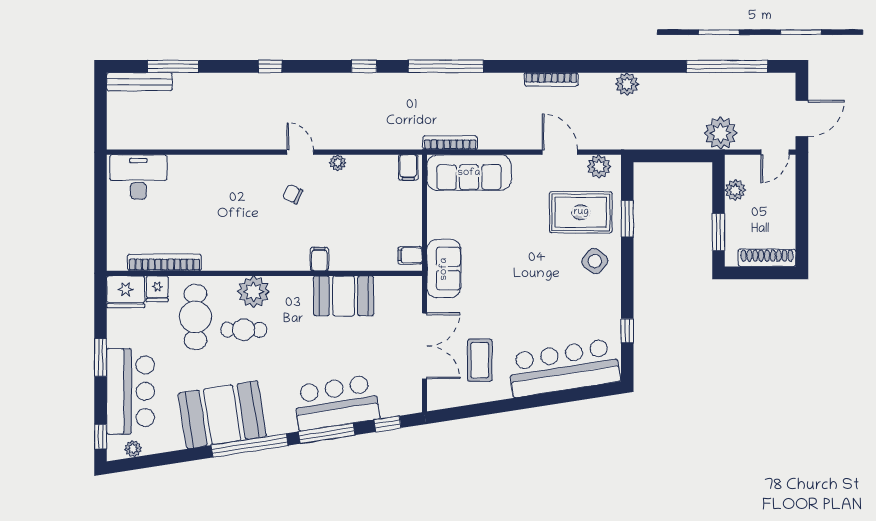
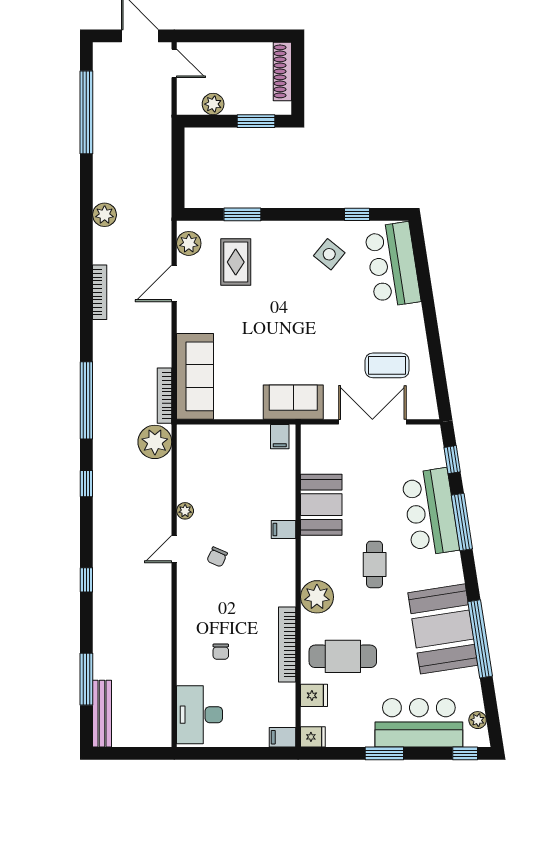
plant: (720, 133) -> (155, 442), moved
filing cabinet: (408, 167) -> (282, 737), moved, turned 180
chair: (200, 198) -> (221, 652), added
rug: (581, 212) -> (236, 262), width x0.73, depth x0.70
side table: (595, 261) -> (329, 254), moved
bookcase: (164, 262) -> (287, 645), moved
fridge: (126, 292) -> (313, 737), width x0.53, depth x0.75
cafe table: (244, 330) -> (375, 564), moved
bar counter: (564, 368) -> (393, 265), width x0.73
window: (250, 445) -> (480, 639), moved

